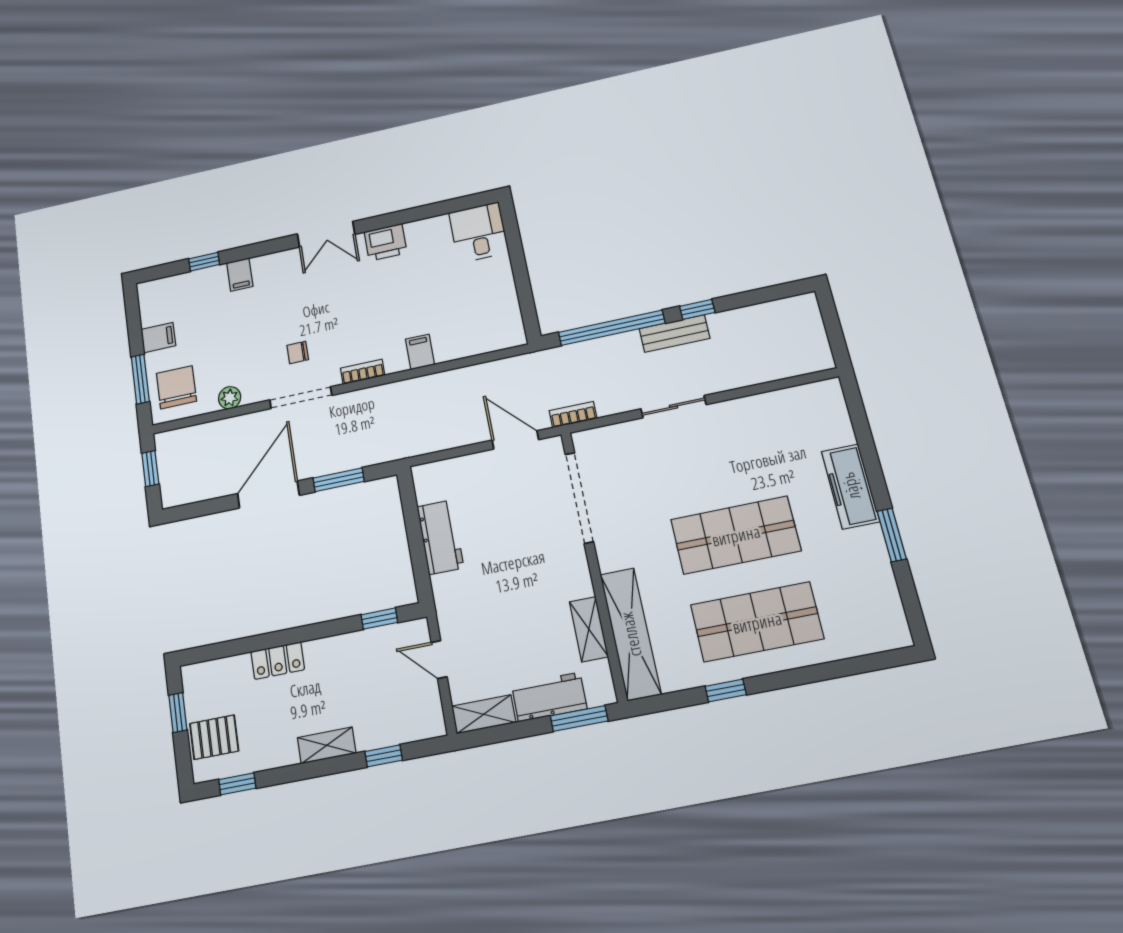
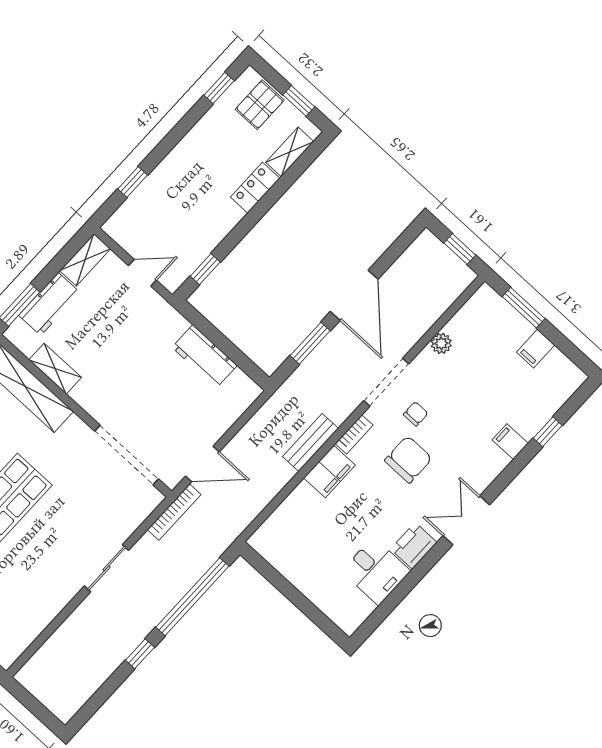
desk: (479, 232) -> (376, 571), moved
bench: (674, 334) -> (310, 443), moved
filing cabinet: (420, 352) -> (329, 471), width x2.00
chair: (176, 387) -> (408, 459), moved, turned -90
bookcase: (573, 415) -> (174, 512), width x1.56
shelving: (327, 745) -> (290, 152), moved

